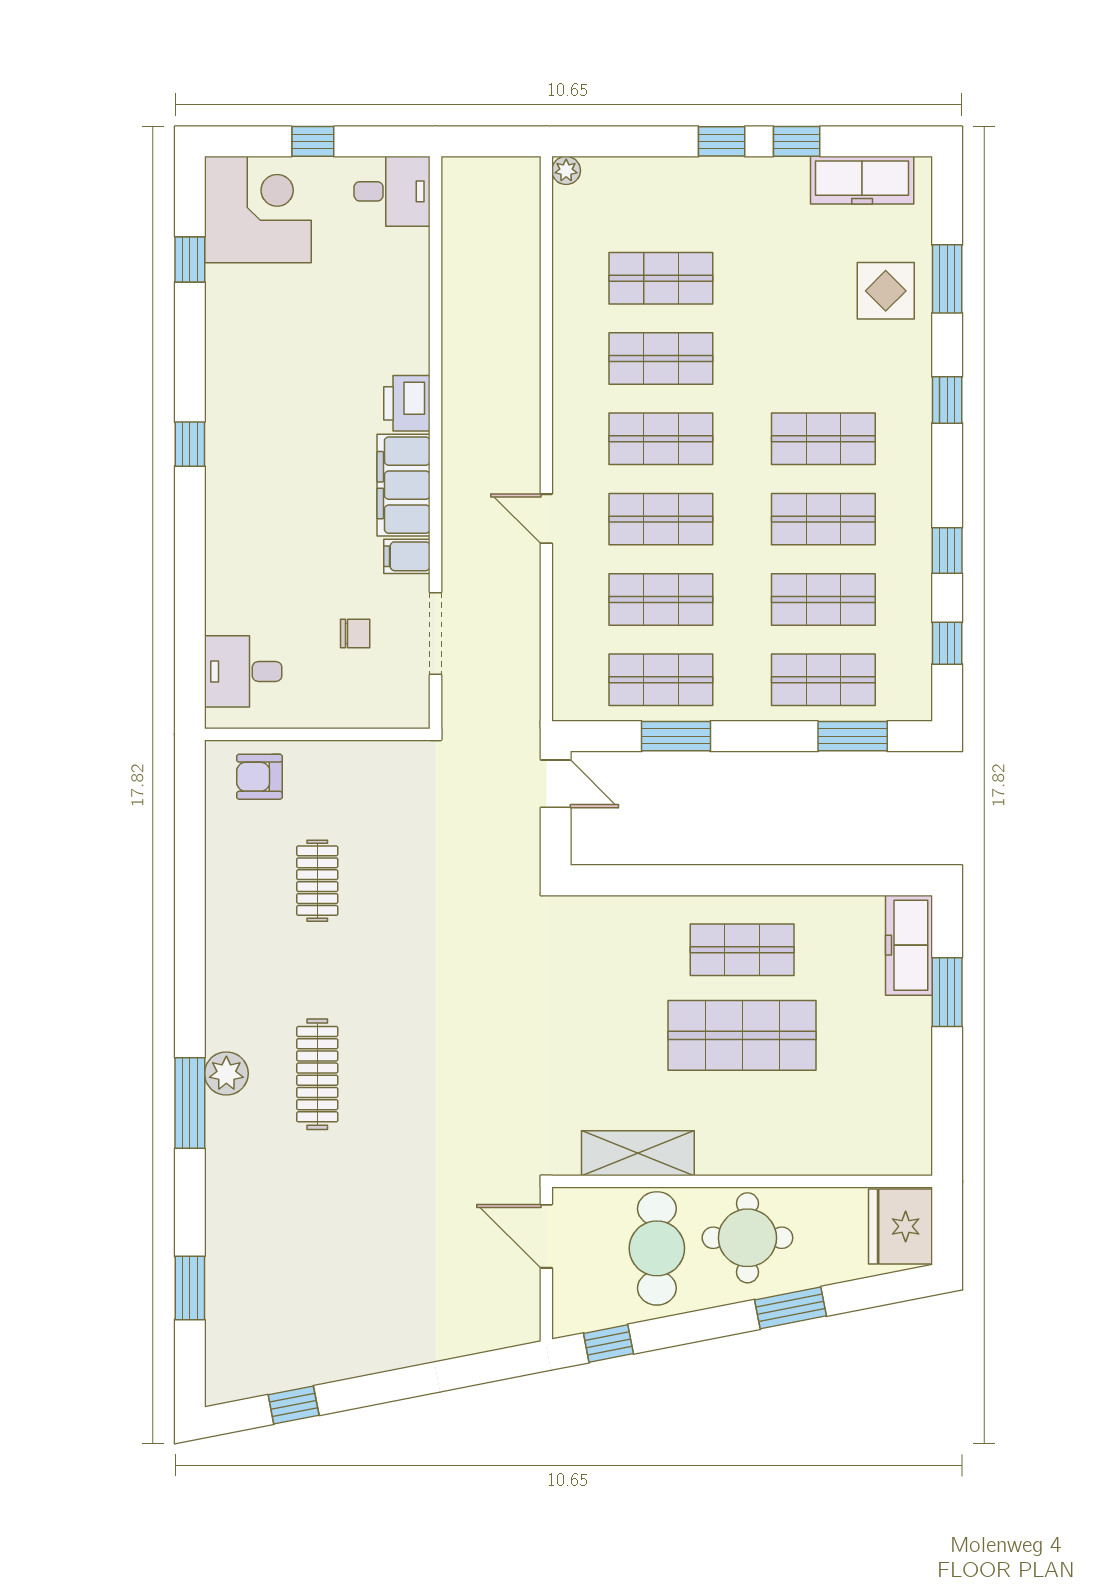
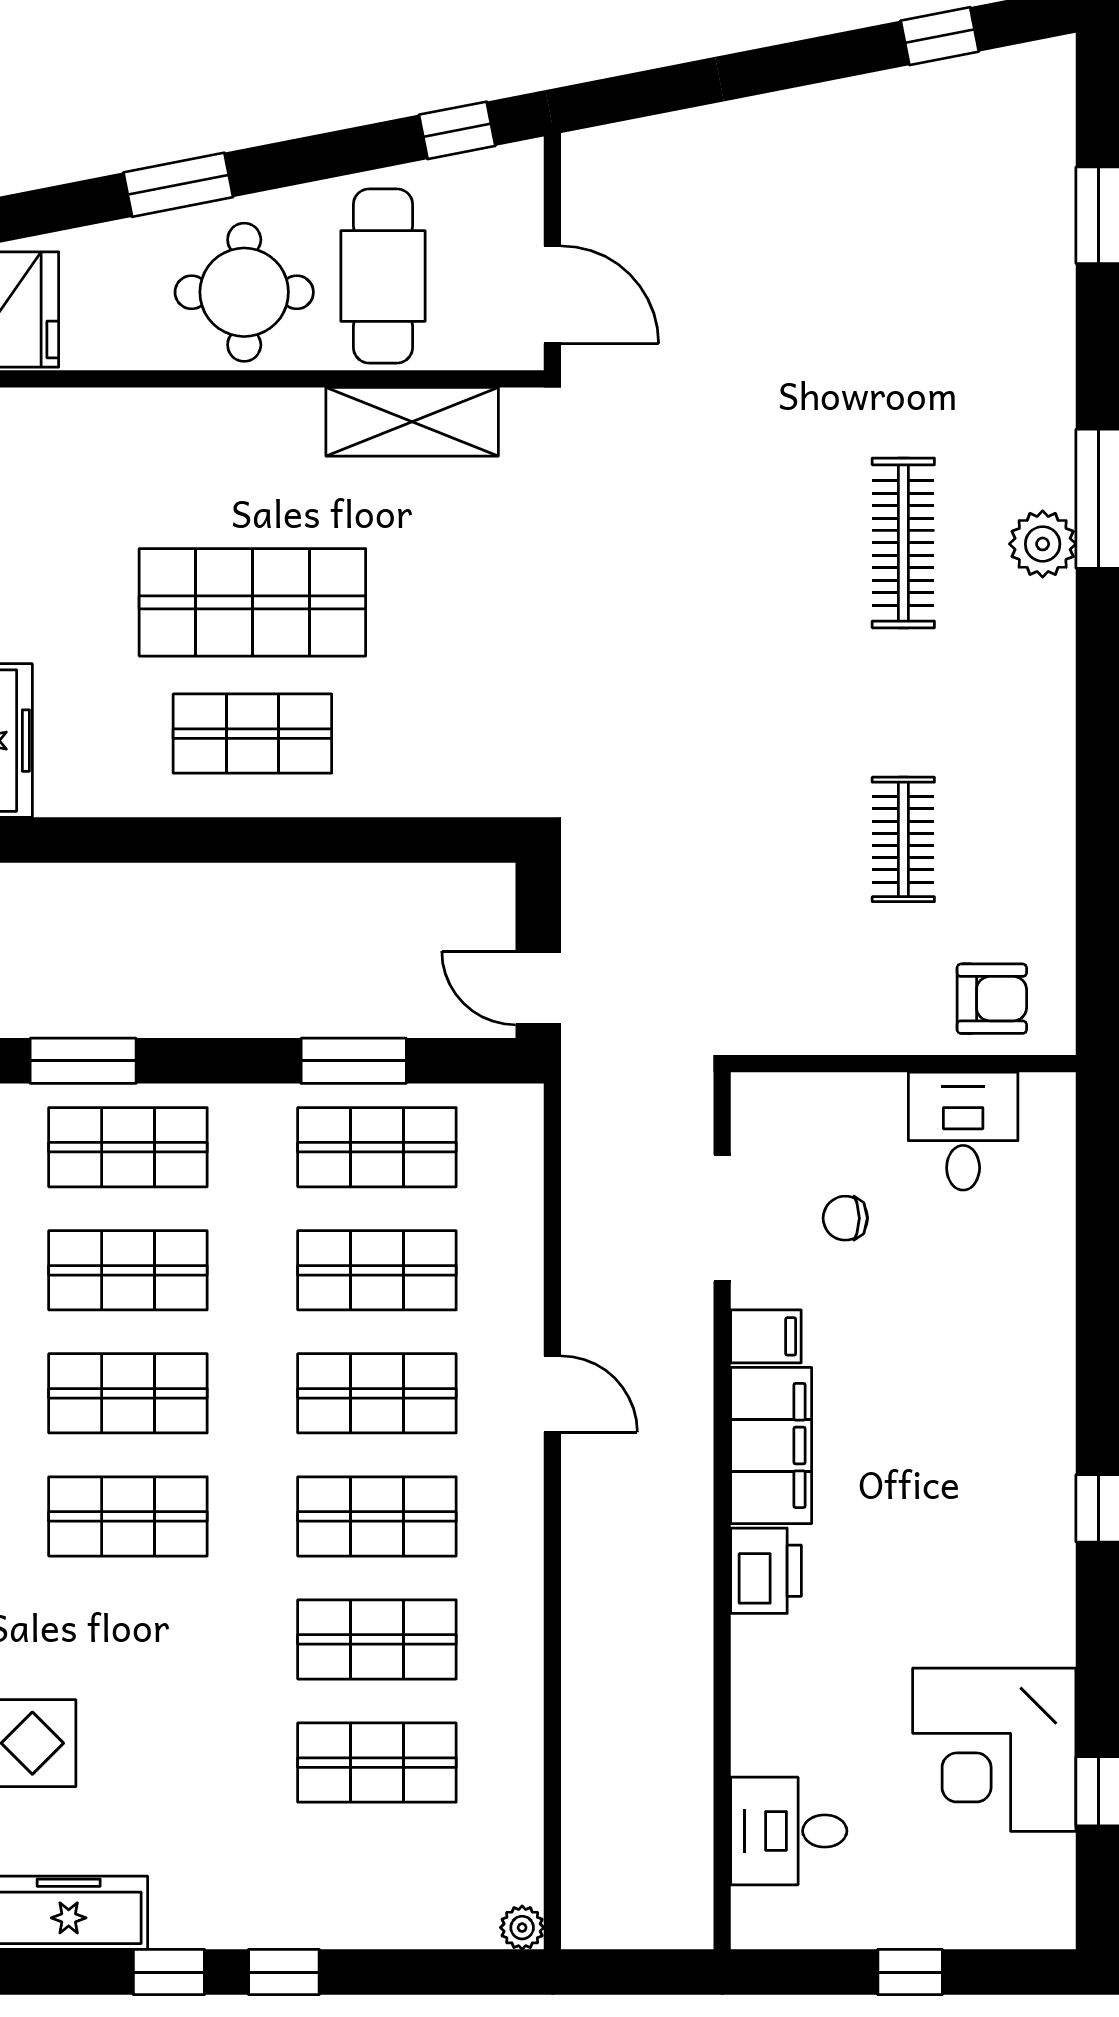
desk: (392, 191) -> (789, 1831), moved
corner desk: (258, 209) -> (994, 1750), moved
desk: (243, 671) -> (963, 1131), moved, turned -90

